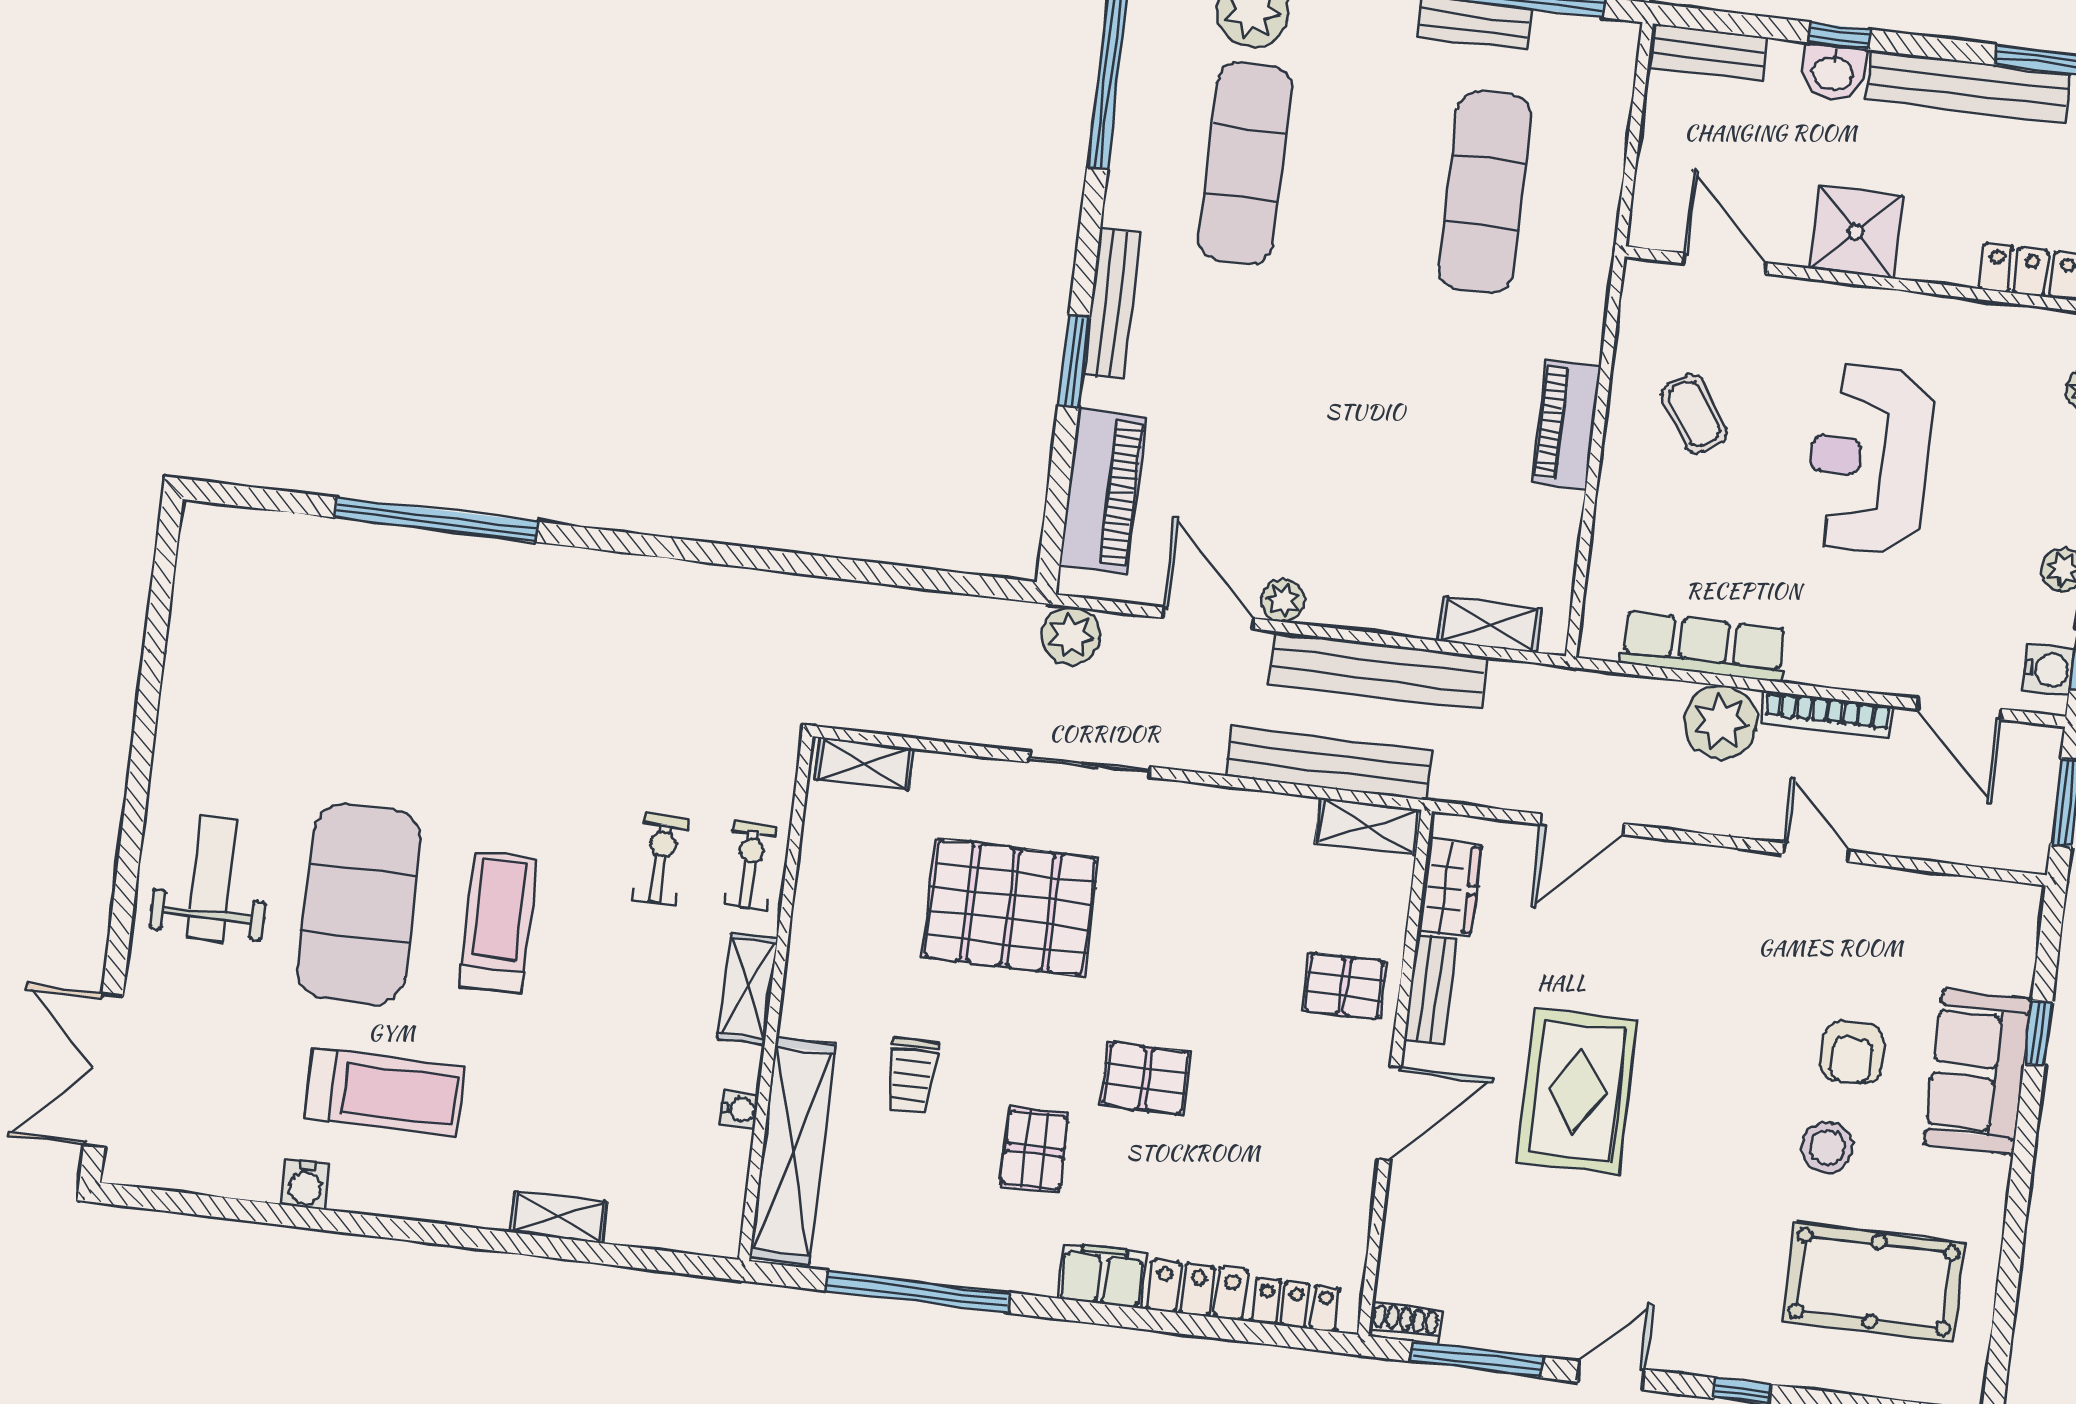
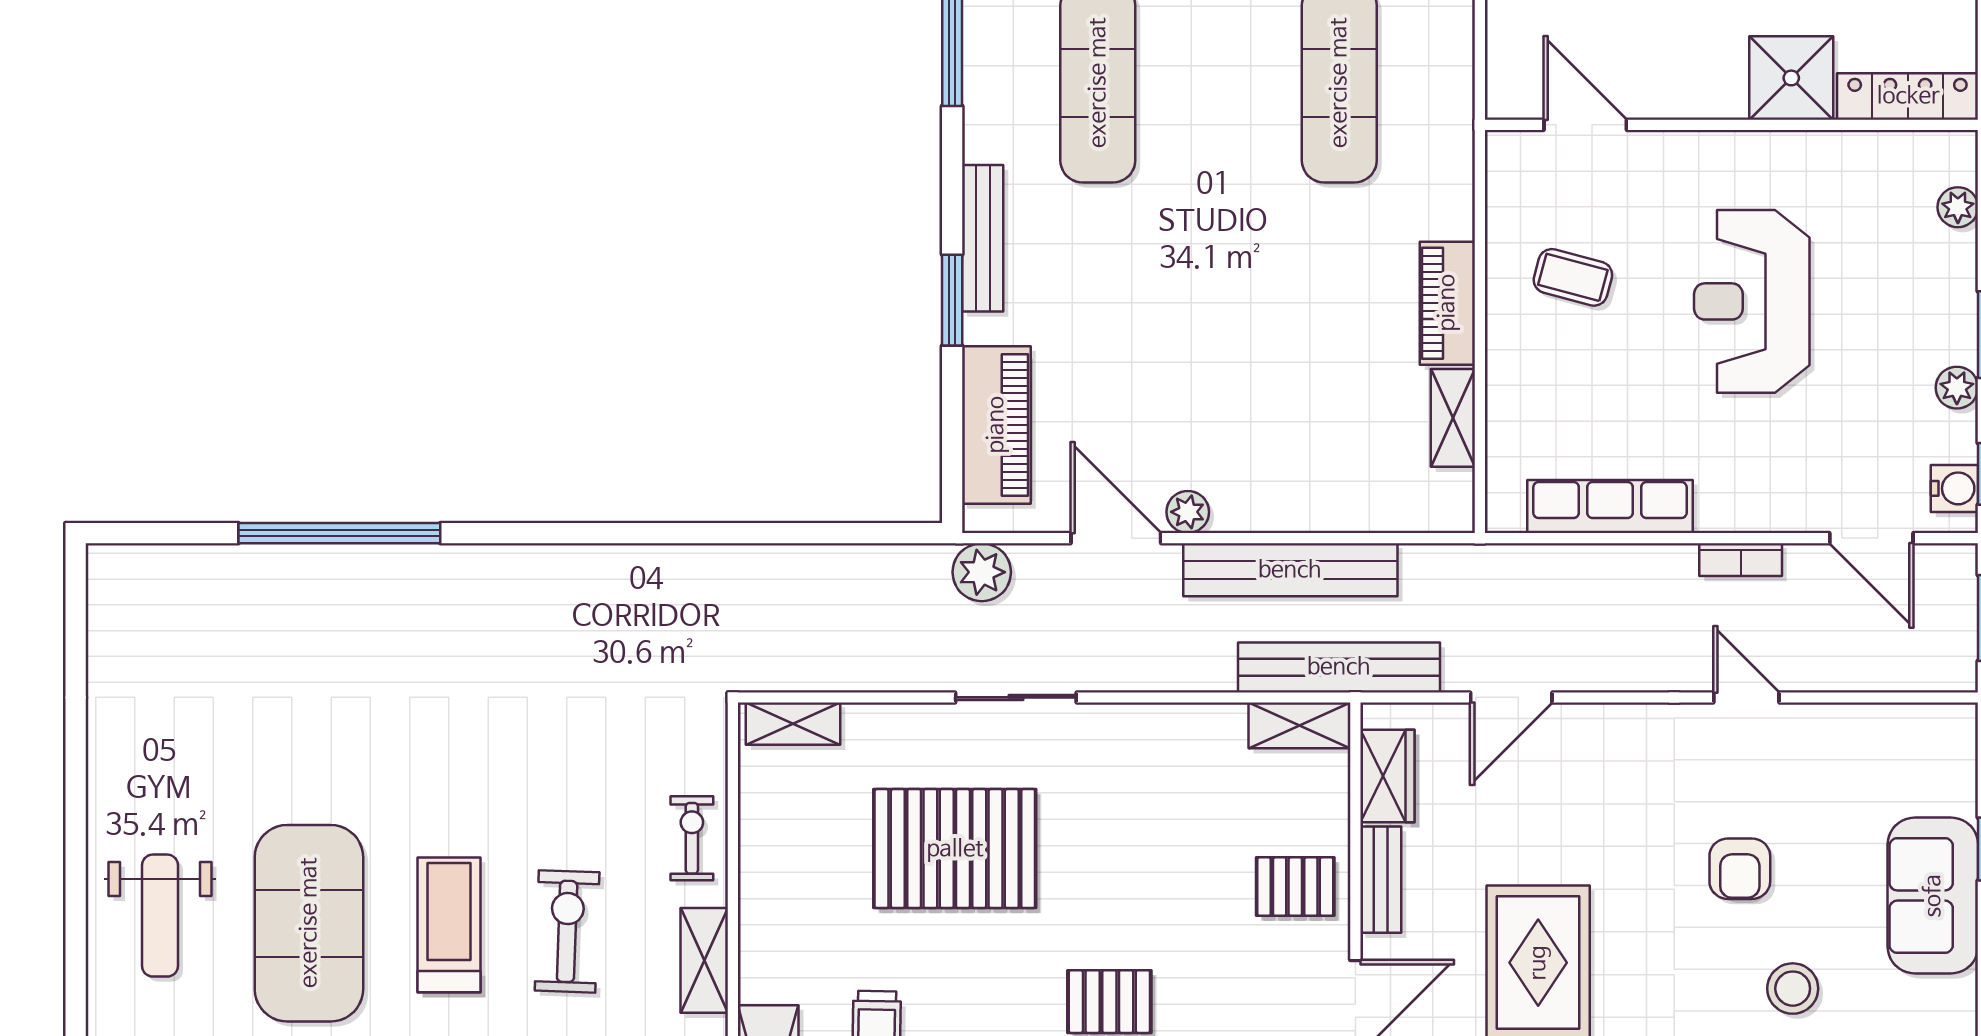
shower: (1856, 232) -> (1791, 78), moved
coffee table: (1694, 414) -> (1573, 277), turned -41
shelving: (1490, 625) -> (1453, 418), moved, turned 90
bookcase: (1827, 715) -> (1741, 560), width x0.64
plant: (1721, 722) -> (1636, 580), removed
bench: (1329, 763) -> (1339, 667), moved
exercise bike: (661, 859) -> (567, 931), moved, width x1.38, depth x1.39
weight bench: (212, 878) -> (160, 916), turned 180
armchair: (1852, 1053) -> (1740, 869), moved

